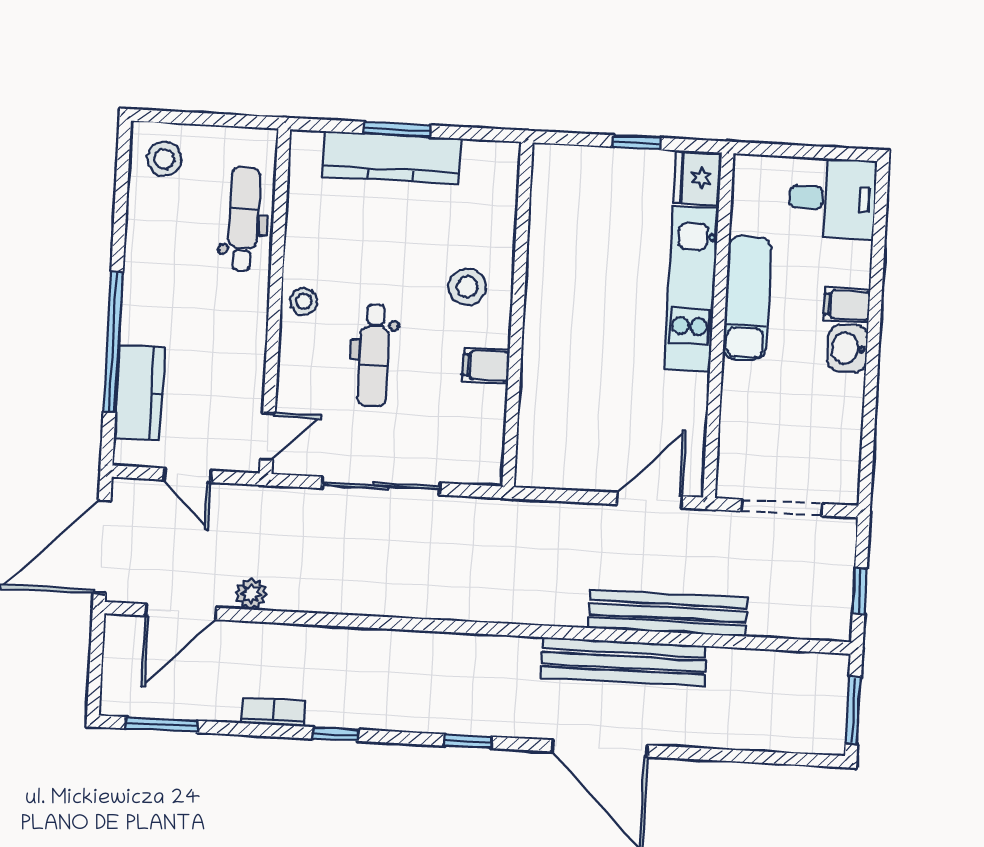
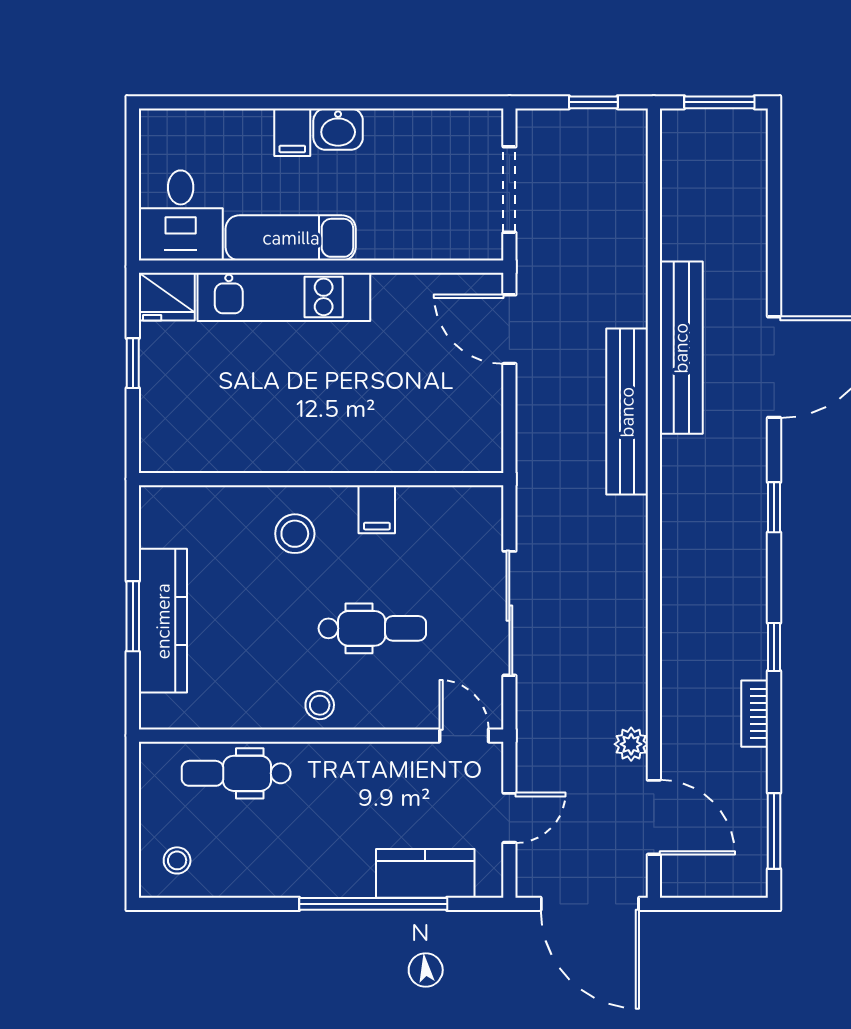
stool: (164, 159) -> (177, 860), width x0.73, depth x0.73
desk: (833, 198) -> (181, 215), moved, turned 180
bench: (668, 613) -> (627, 412), moved

